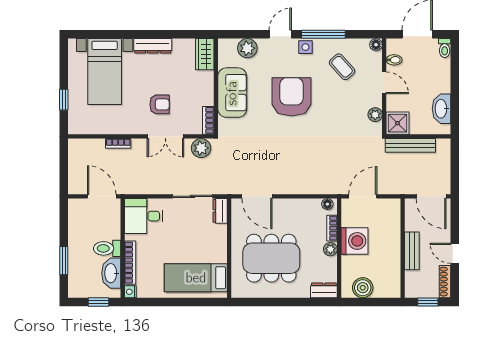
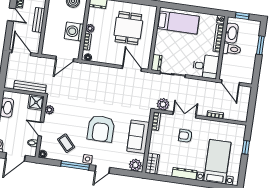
plant: (247, 48) -> (135, 165), moved
dining table: (271, 258) -> (128, 28), width x0.73

